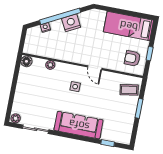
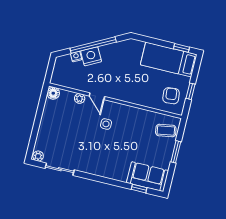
window: (140, 15) -> (182, 48), added
nightstand: (71, 23) -> (91, 56), moved
armchair: (132, 58) -> (171, 96), turned 84
door: (95, 68) -> (97, 96), moved
sofa: (79, 125) -> (148, 177), moved, width x0.73

